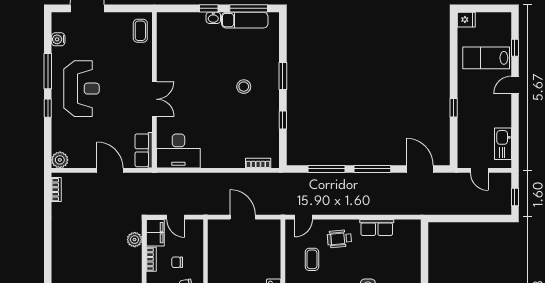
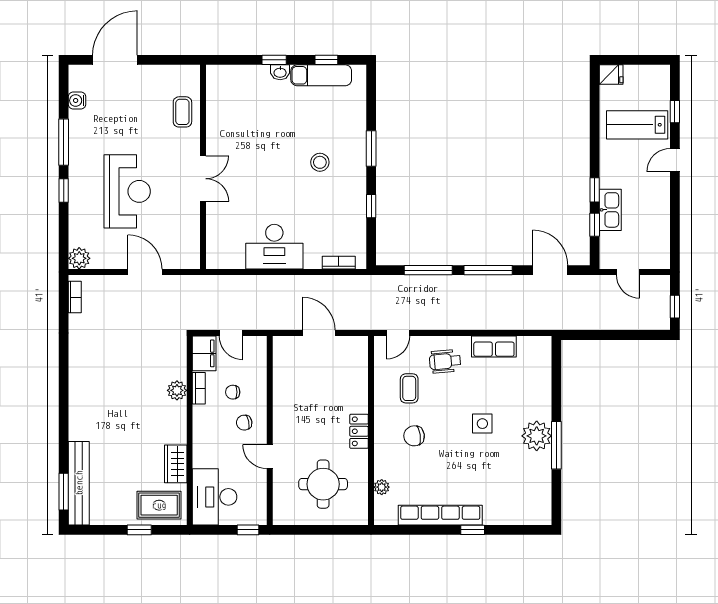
window: (249, 8) -> (326, 60), width x0.46
coffee table: (140, 31) -> (182, 112), moved
reception desk: (82, 89) -> (127, 191), moved
window: (454, 134) -> (595, 225), added
kitchen sink: (503, 144) -> (610, 210), moved, turned 180
row of seats: (144, 150) -> (189, 246), removed
desk: (178, 151) -> (274, 247), moved
plant: (135, 240) -> (177, 390), moved

